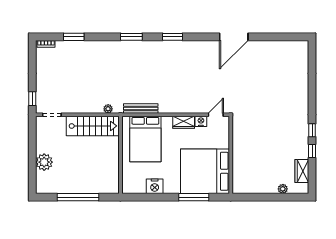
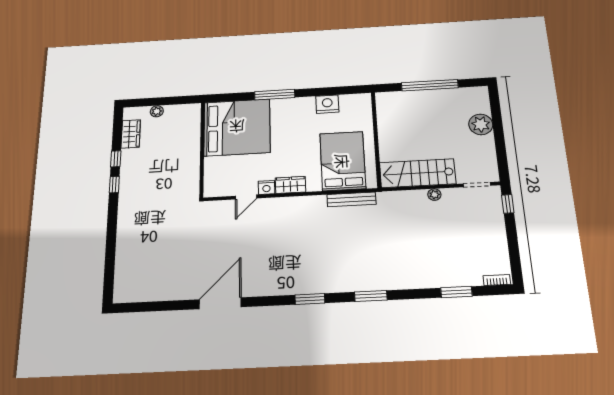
plant: (108, 109) -> (434, 195), moved
wall: (231, 155) -> (202, 149), moved
bed: (205, 171) -> (237, 127), moved

